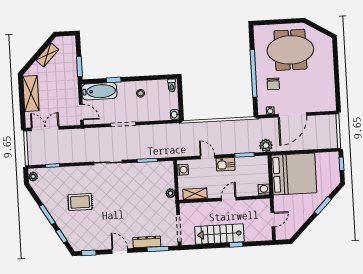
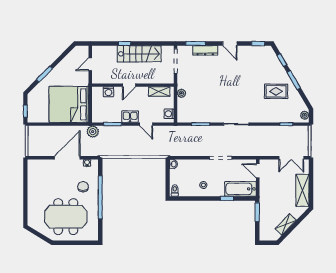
washing machine: (264, 190) -> (109, 92), moved
rug: (80, 202) -> (276, 91), moved

